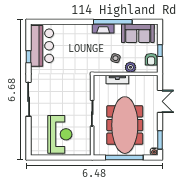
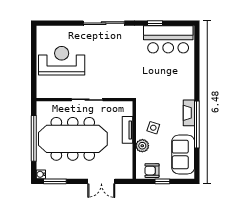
reception desk: (60, 134) -> (62, 61), turned 180

